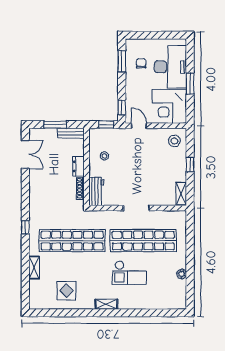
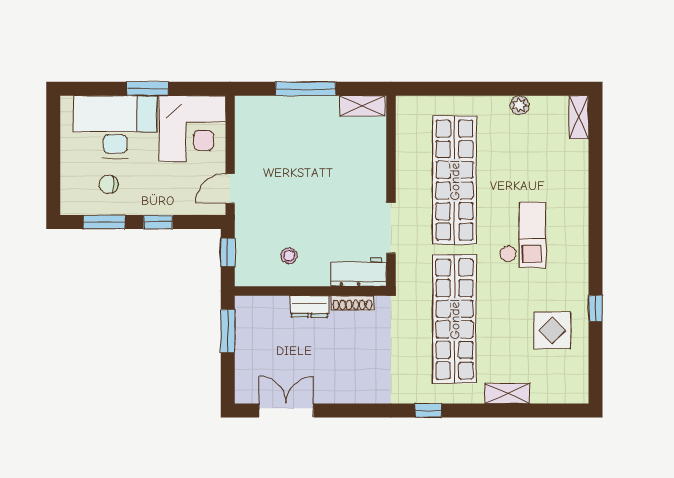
window: (122, 107) -> (158, 222), moved
window: (55, 125) -> (228, 331), moved
bench: (71, 133) -> (245, 322), removed
stool: (174, 141) -> (260, 119), removed
window: (190, 164) -> (306, 89), width x2.17
doorway: (136, 208) -> (391, 228), moved
checkout: (129, 273) -> (523, 235), moved
shelving: (106, 304) -> (579, 117), moved
window: (78, 313) -> (596, 308), added

